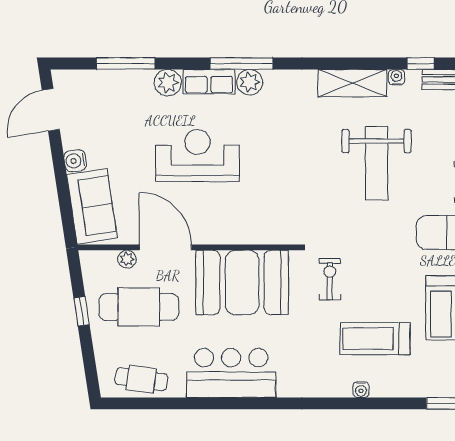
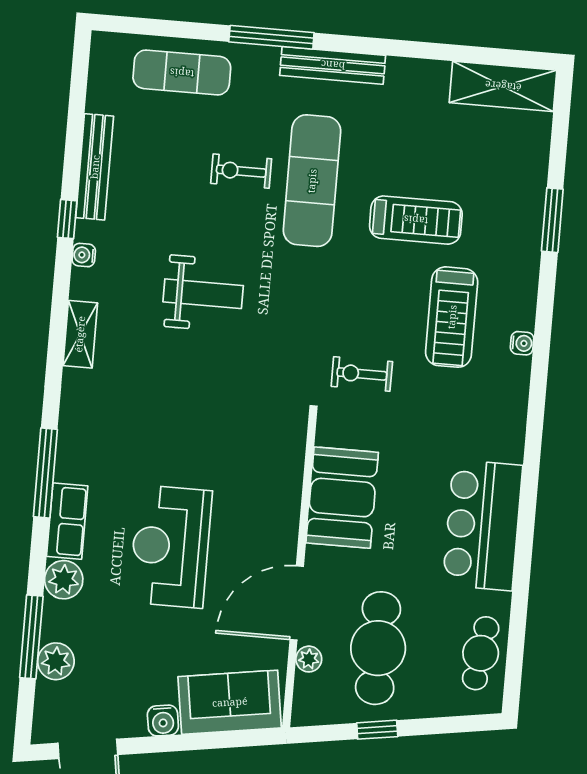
plant: (250, 82) -> (56, 661), moved
shelving: (352, 83) -> (80, 334), width x0.67, depth x0.75
weight bench: (377, 163) -> (203, 294), width x0.73, depth x0.75
booth: (242, 282) -> (342, 498), width x0.73, depth x0.70

